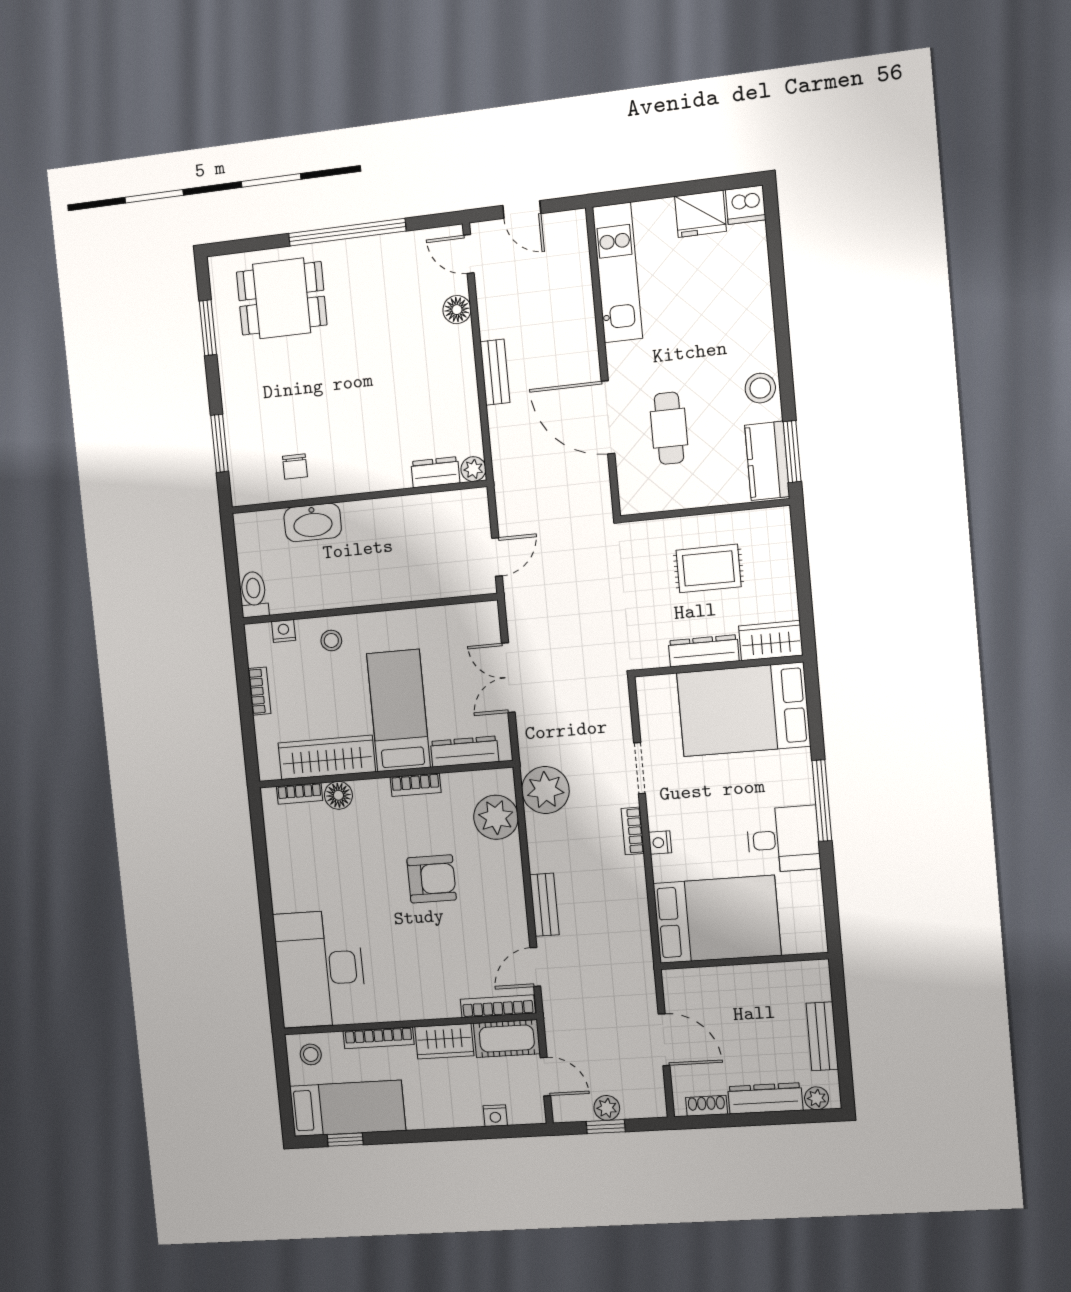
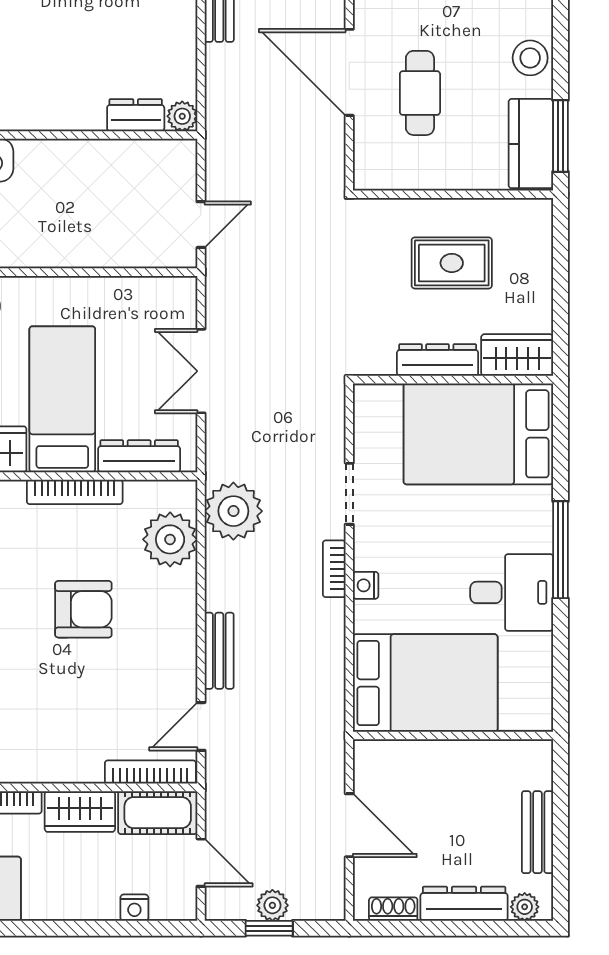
bookcase: (416, 785) -> (75, 492), width x1.56

